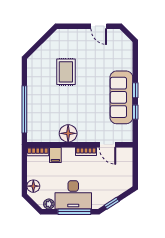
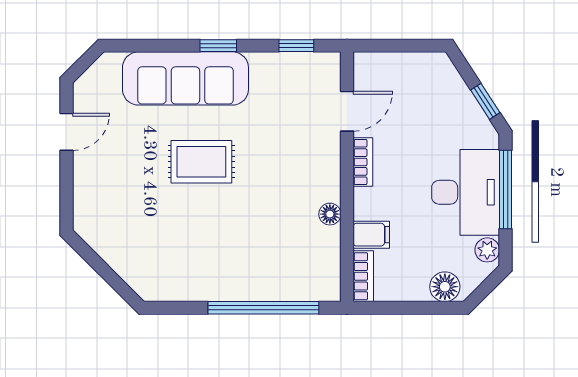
rug: (66, 72) -> (201, 162), moved
sofa: (121, 97) -> (185, 78), moved
window: (135, 112) -> (296, 46), moved
floor lamp: (68, 133) -> (330, 214), width x0.53, depth x0.53

